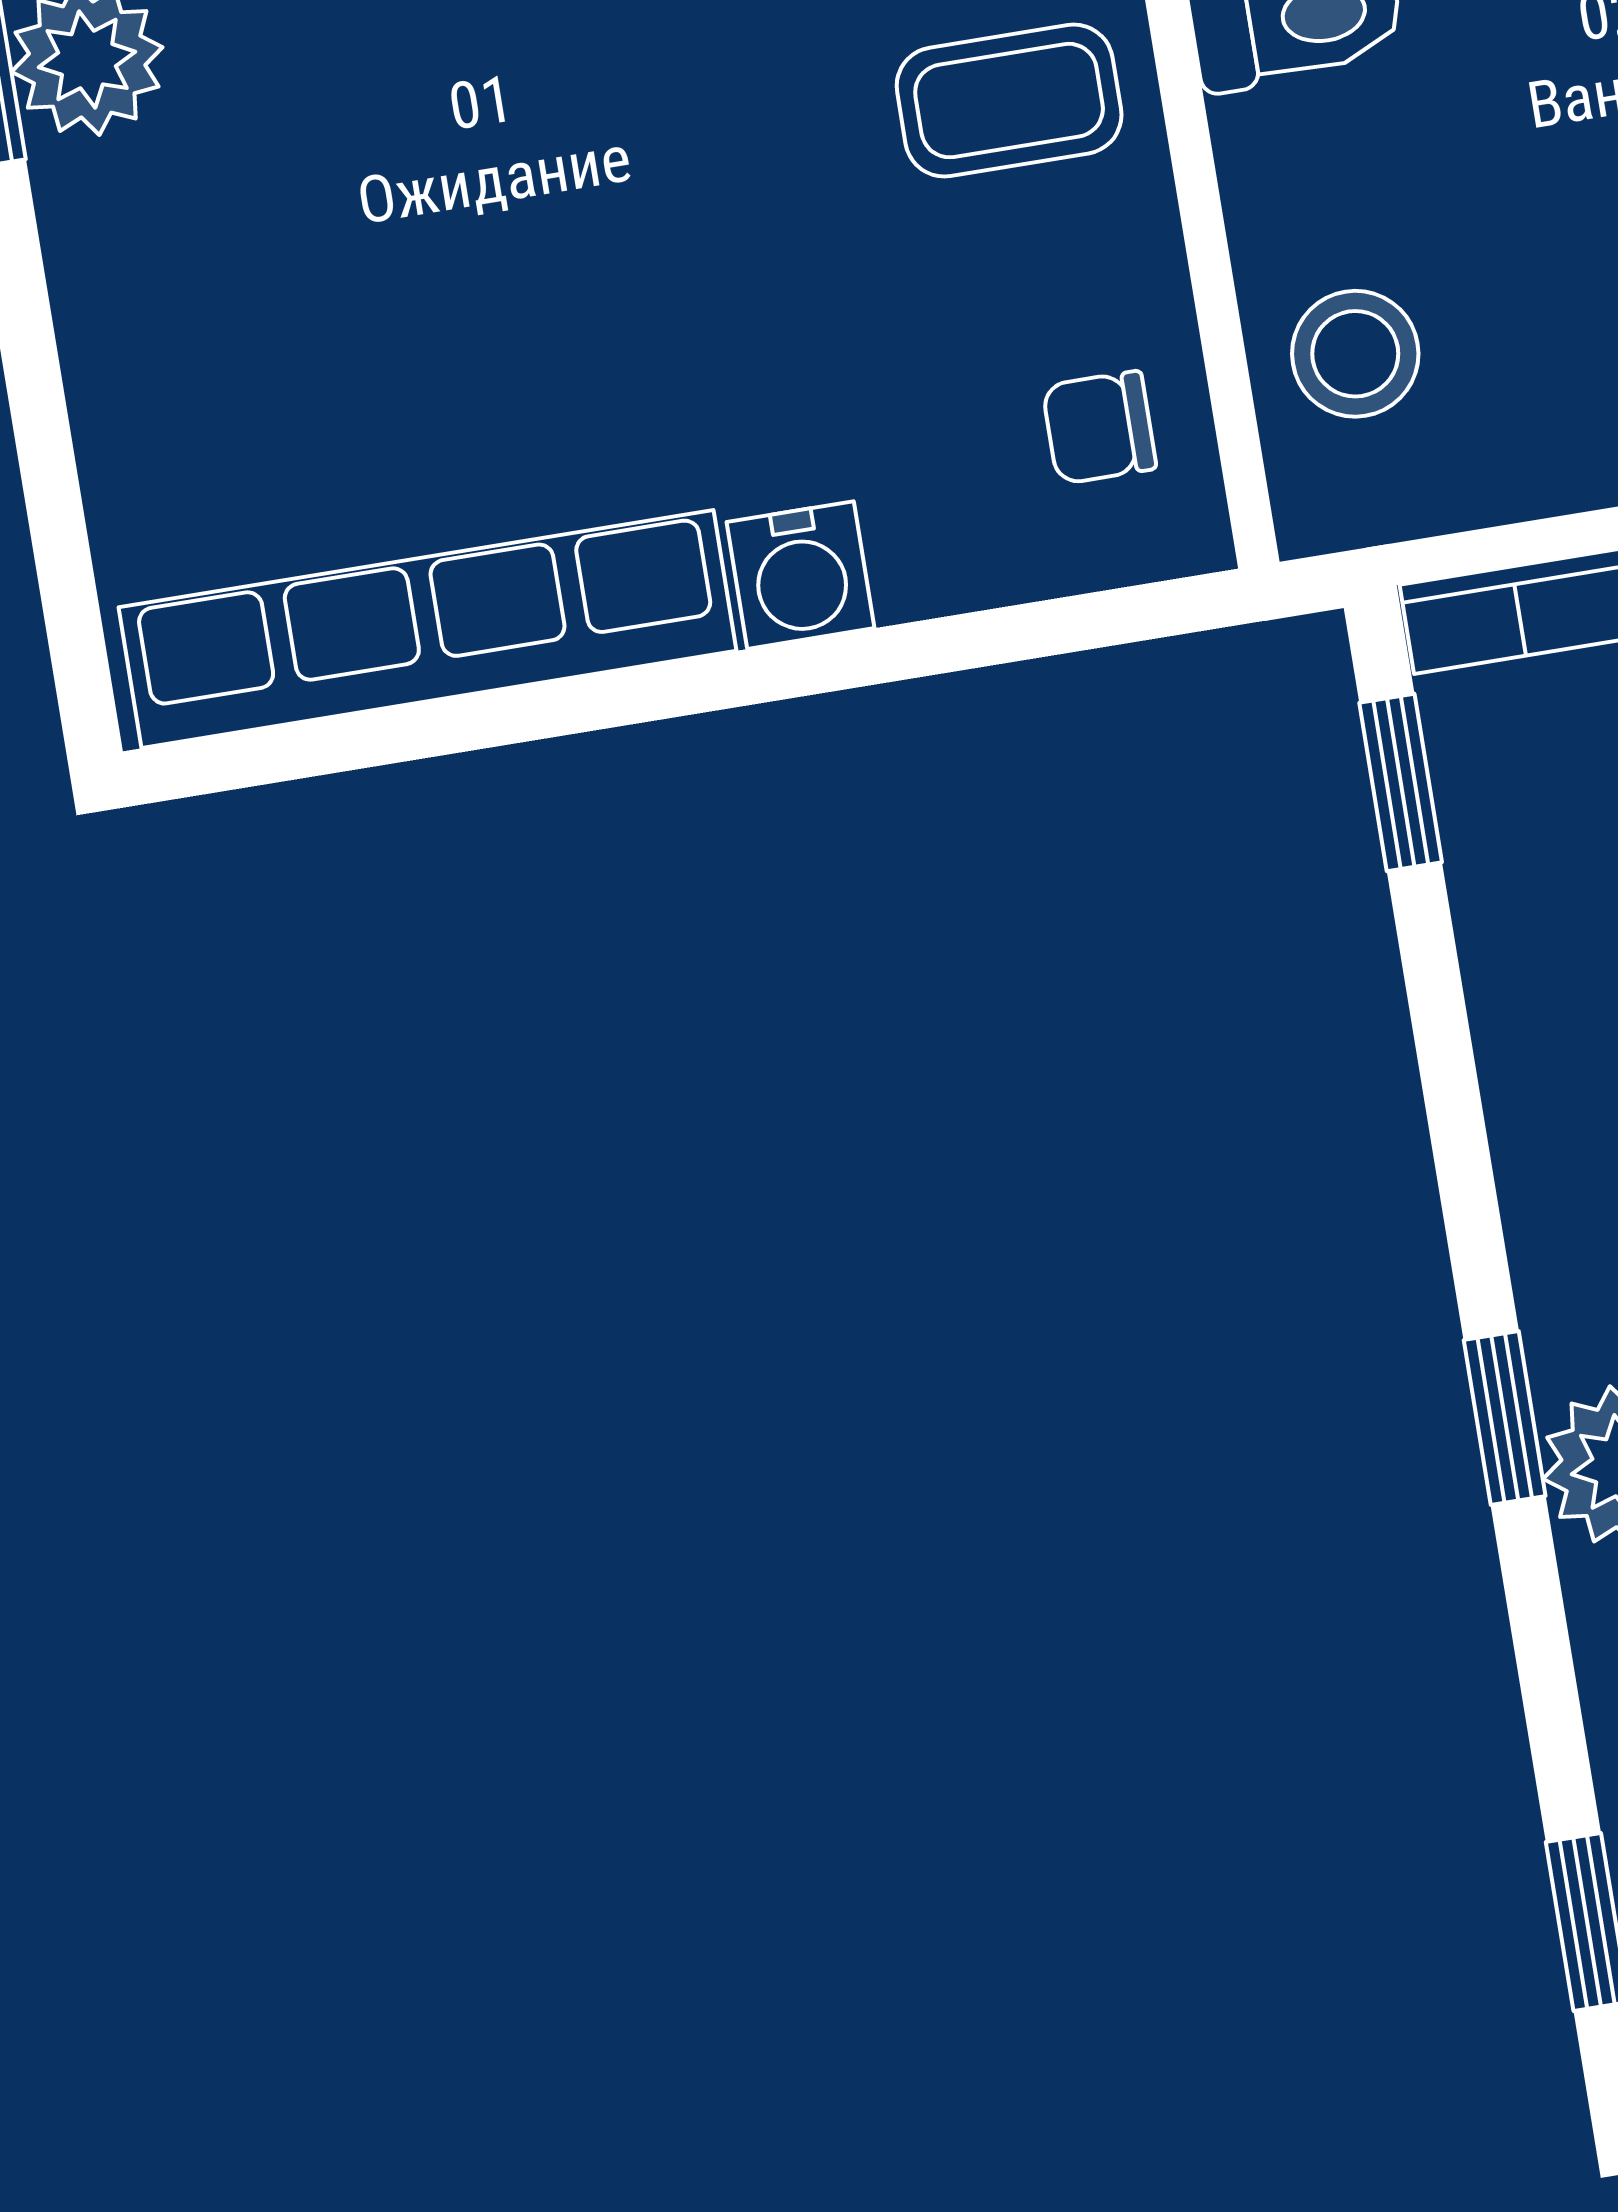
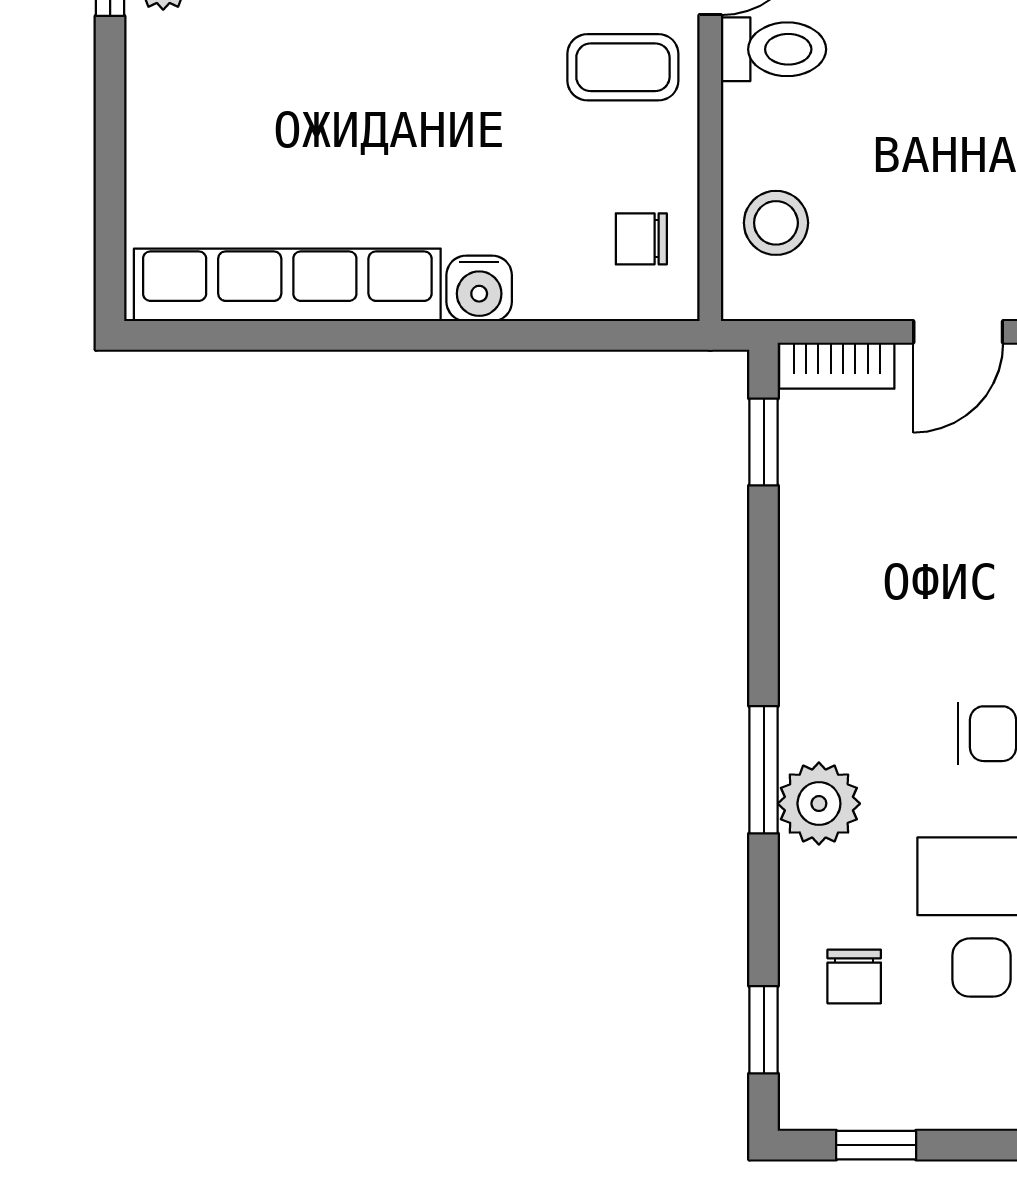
window: (1505, 1418) -> (764, 770), width x1.50

